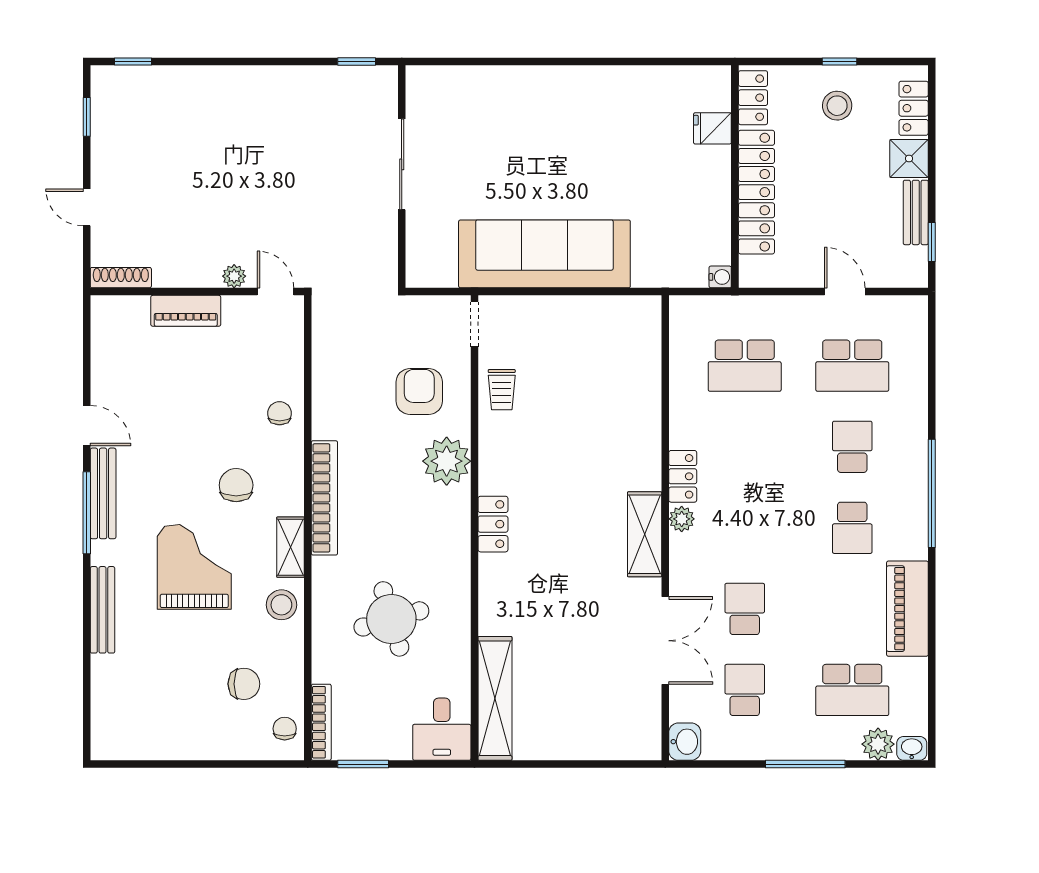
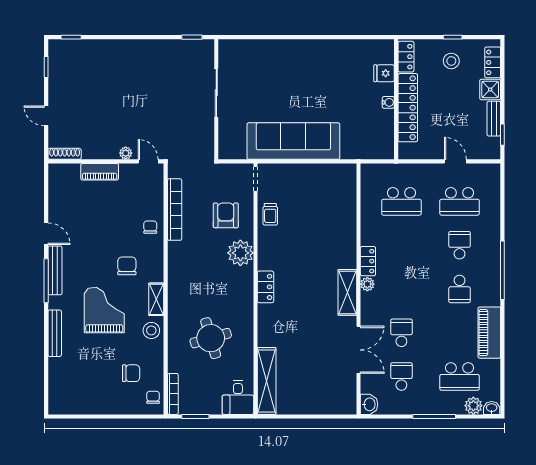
water cooler: (720, 277) -> (388, 102), moved
bookcase: (324, 498) -> (175, 210), moved

